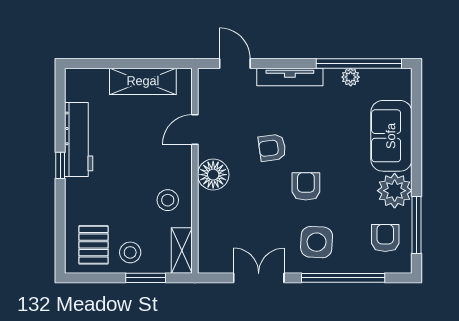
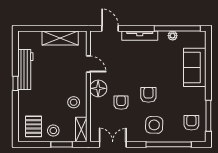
door: (195, 130) -> (88, 64), swing flipped
armchair: (272, 148) -> (121, 103), moved, turned 98
plant: (395, 191) -> (196, 97), removed
double door: (259, 278) -> (113, 144), moved

